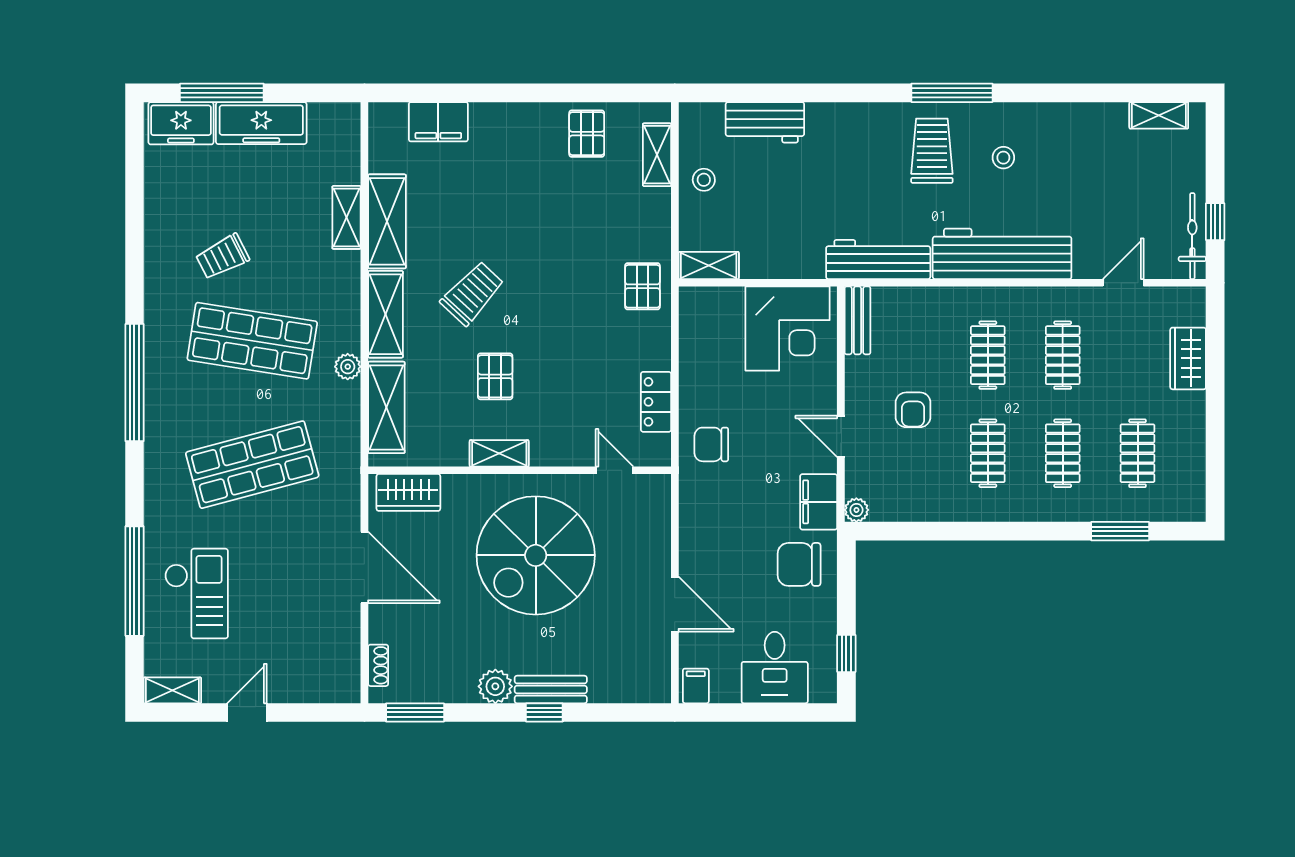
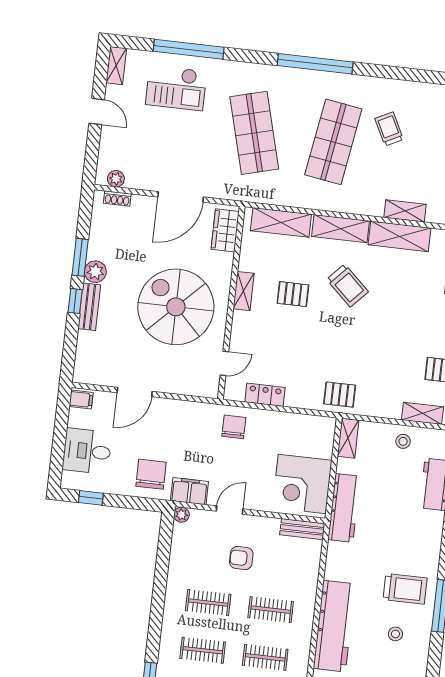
workbench: (878, 260) -> (344, 508), moved
plant: (348, 367) -> (116, 179), moved
window: (415, 712) -> (80, 257), moved

